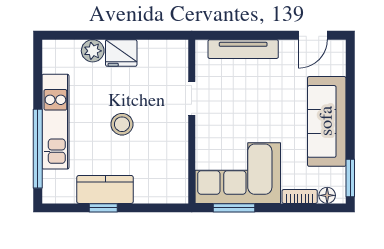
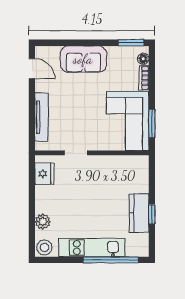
fridge: (121, 53) -> (44, 174), moved
sofa: (327, 121) -> (83, 59), width x0.73
stool: (122, 124) -> (44, 247), moved

